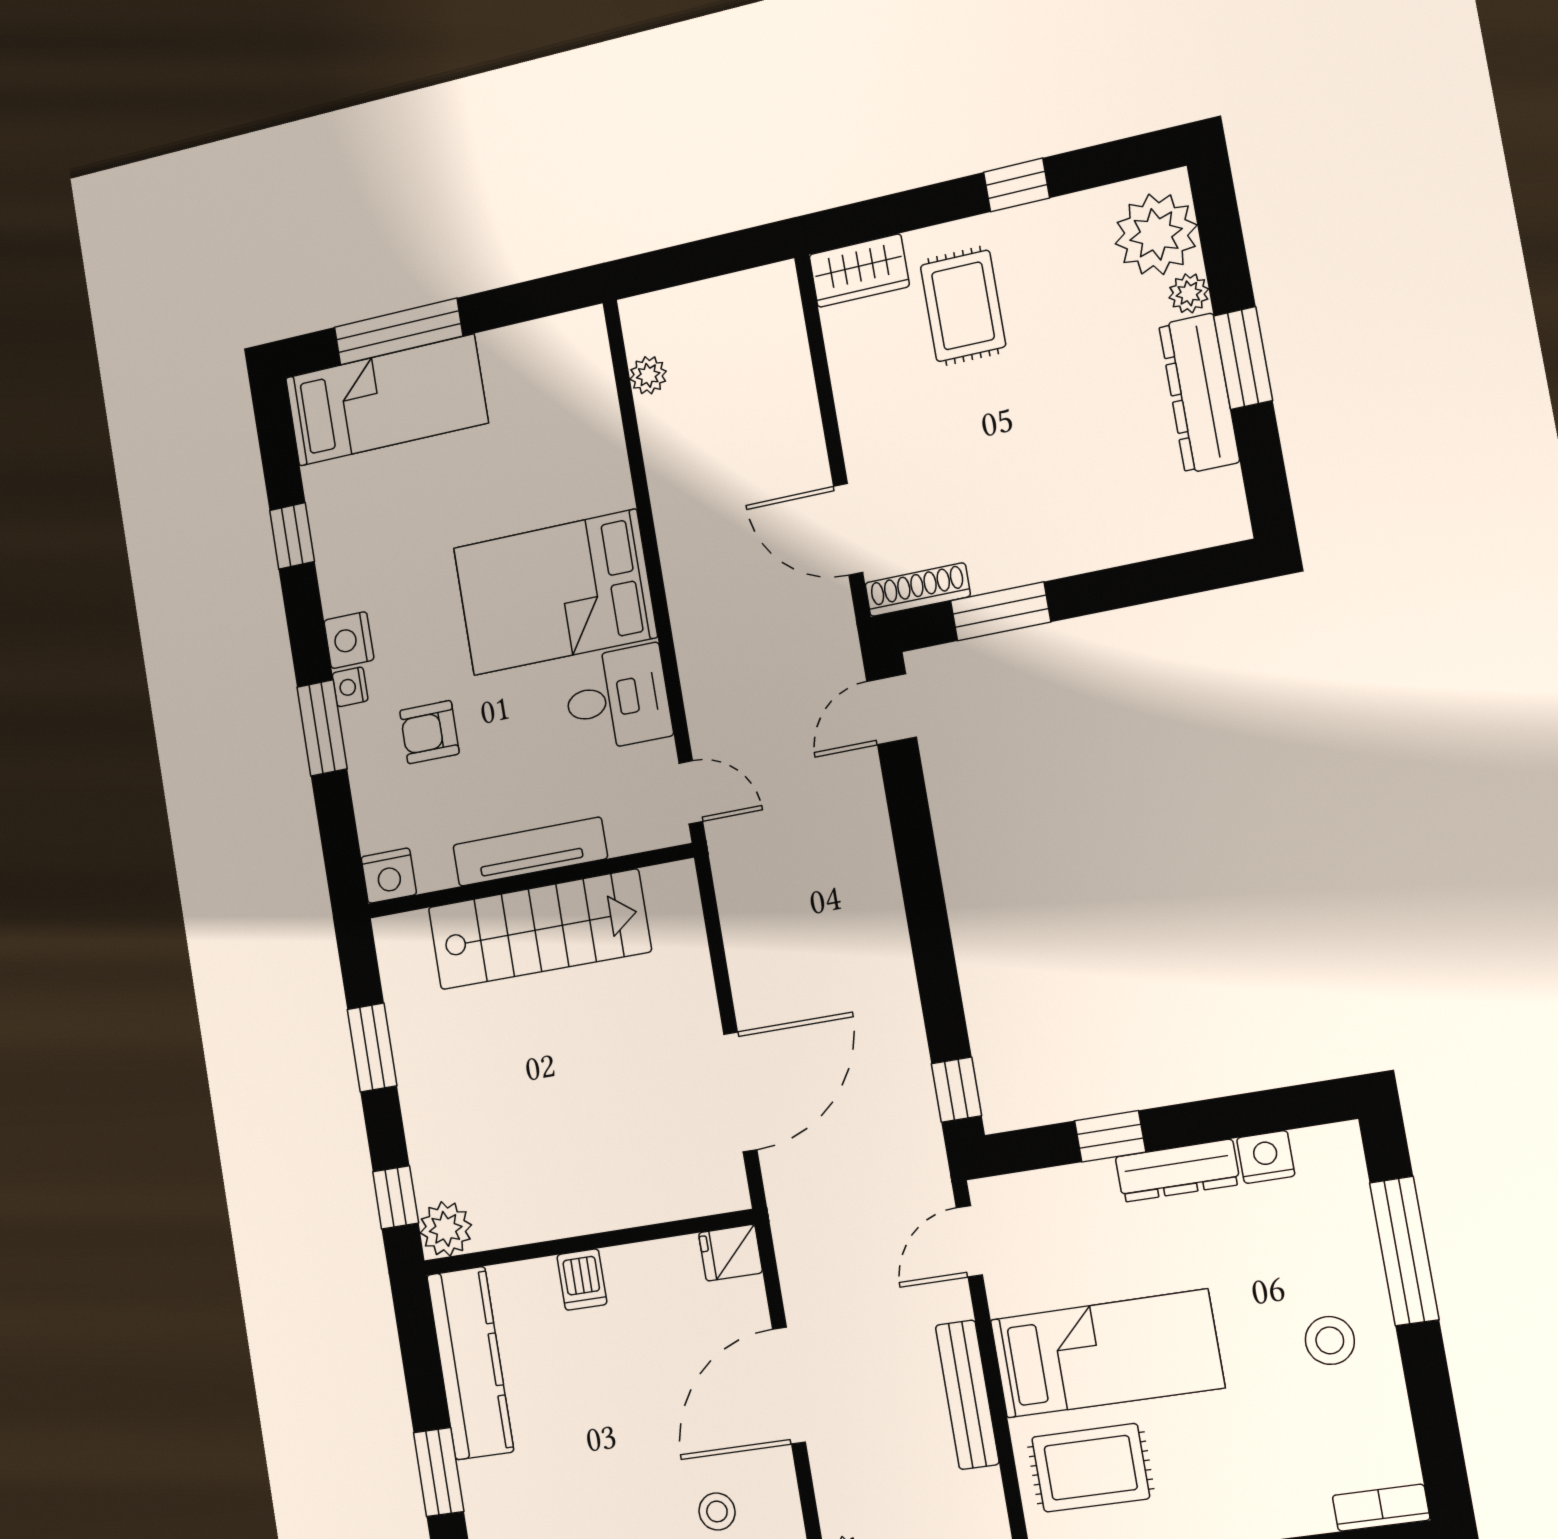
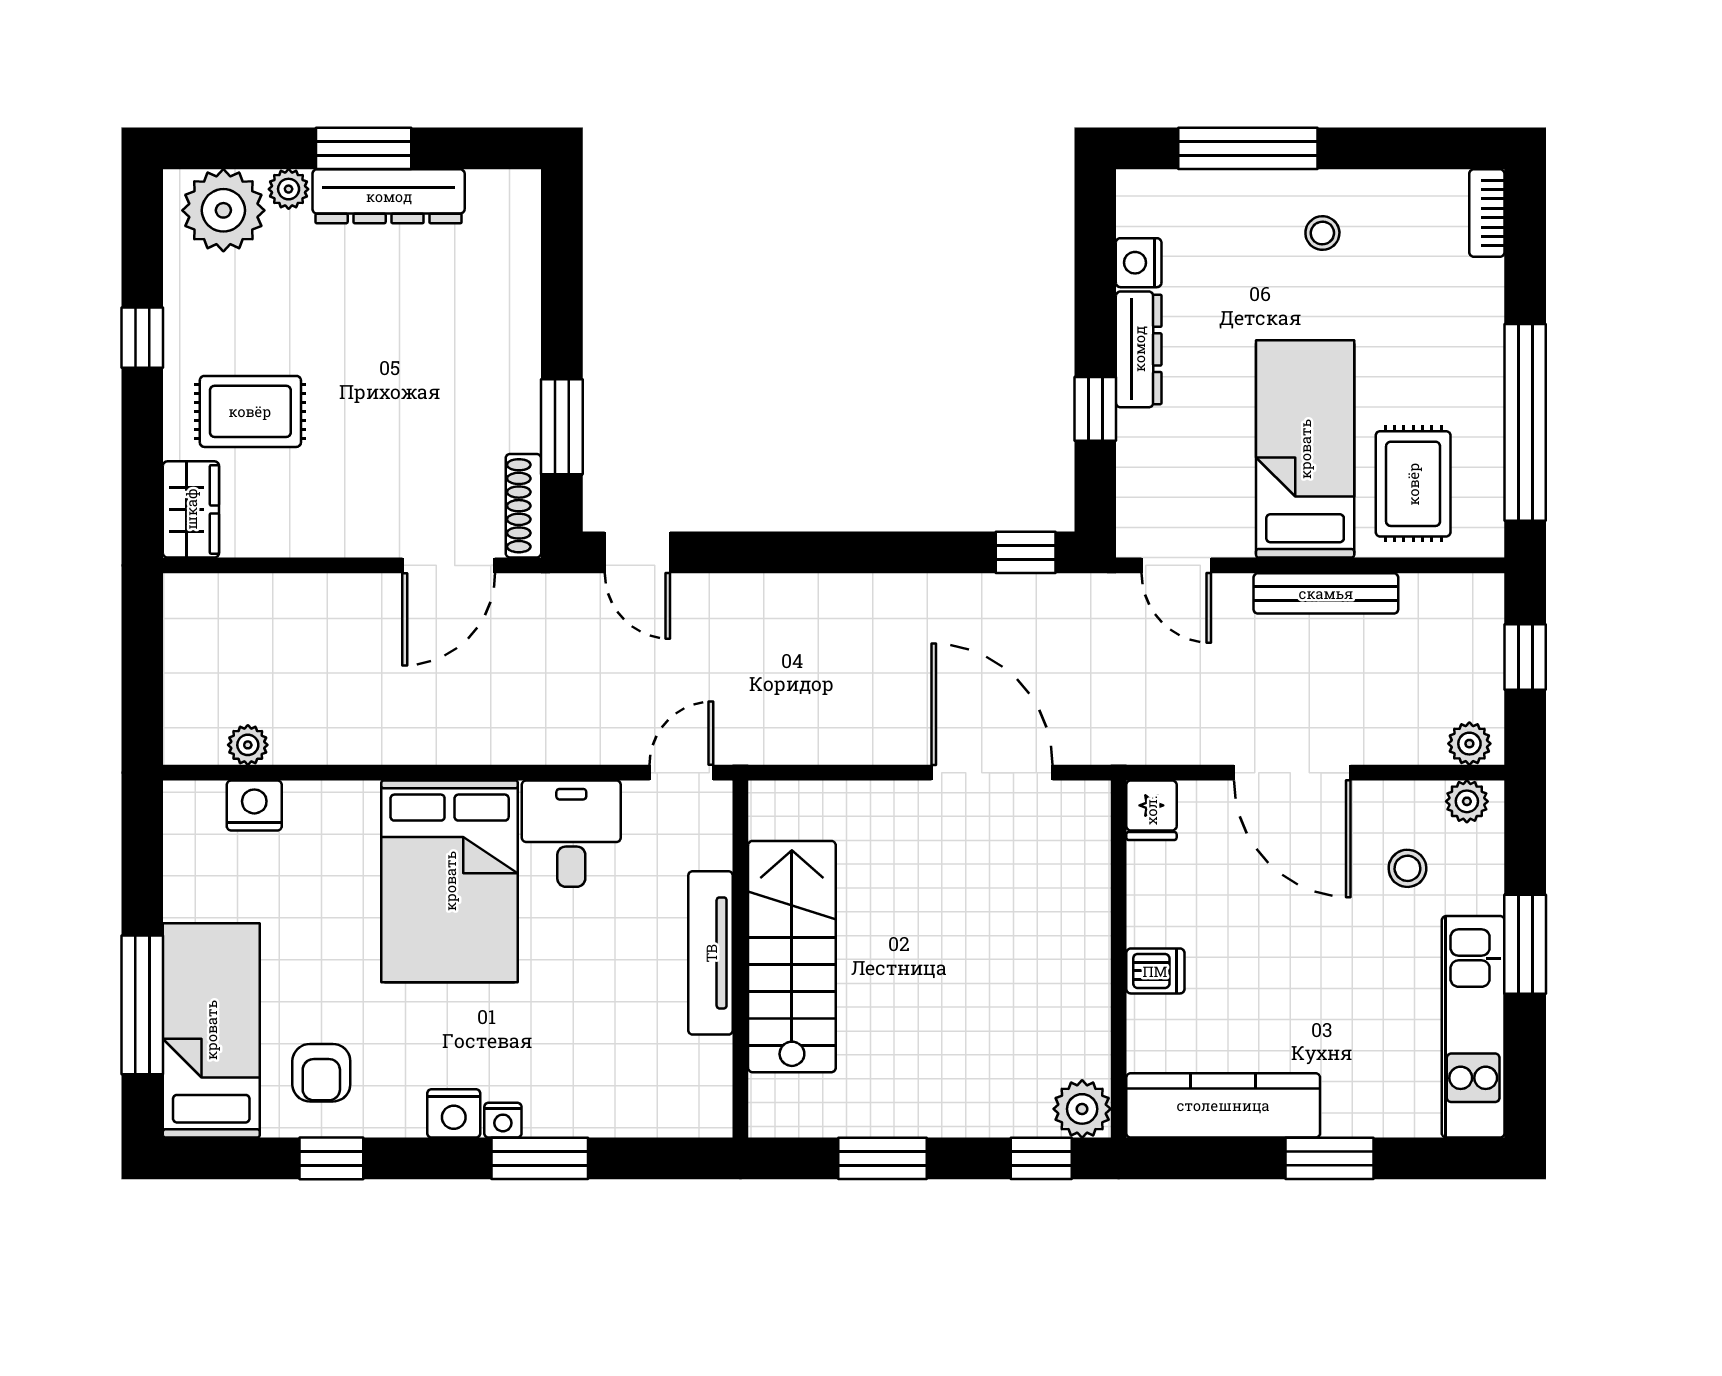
armchair: (429, 732) -> (321, 1073), moved
nightstand: (389, 876) -> (254, 806), moved, turned -90
stool: (1330, 1340) -> (1322, 233), width x0.73, depth x0.73

